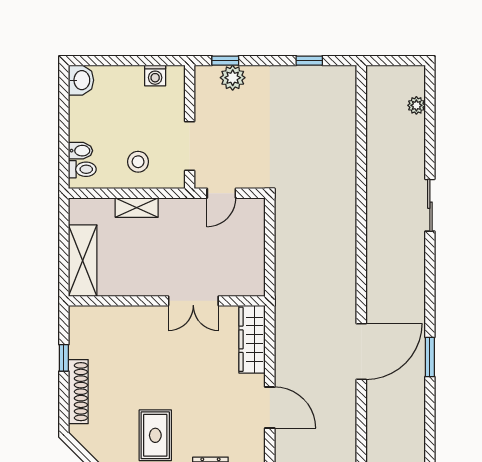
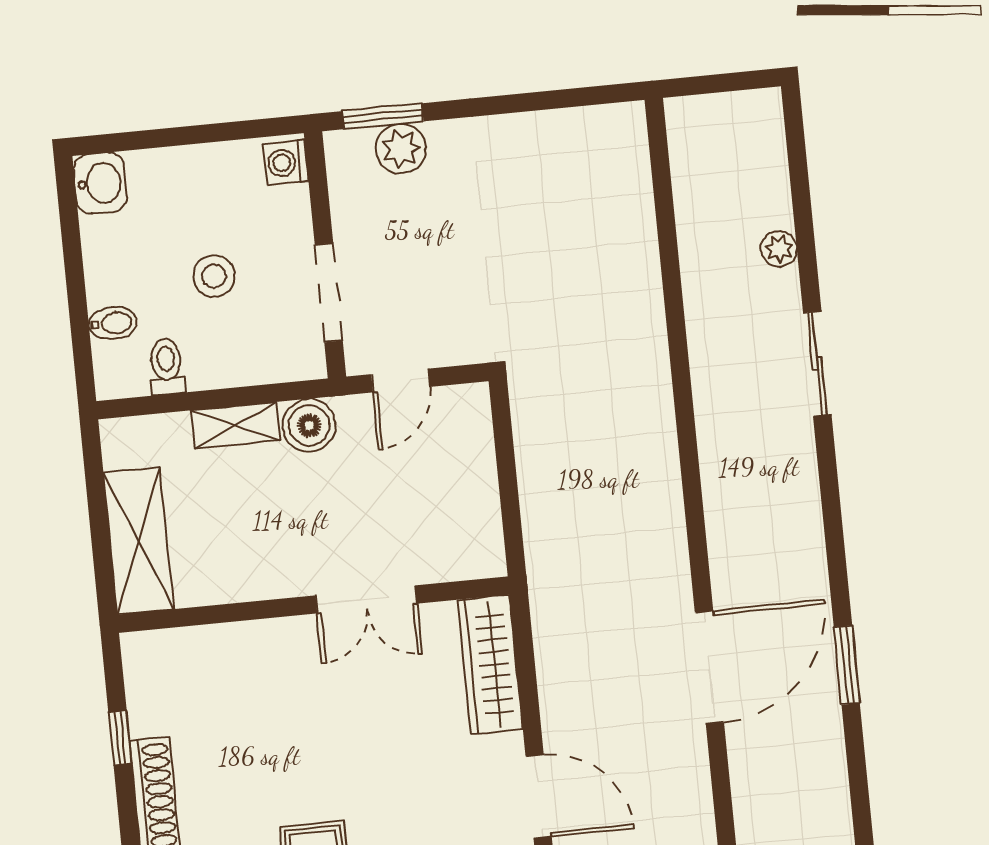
window: (225, 61) -> (383, 116), width x1.50
window: (309, 61) -> (550, 100), removed
washing machine: (155, 76) -> (286, 163), moved, turned 90
plant: (416, 105) -> (779, 249), moved
stool: (138, 162) -> (214, 276), moved
toilet: (82, 169) -> (167, 366), moved, turned -90
boiler: (173, 211) -> (309, 425), added

